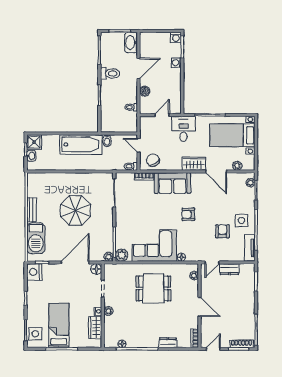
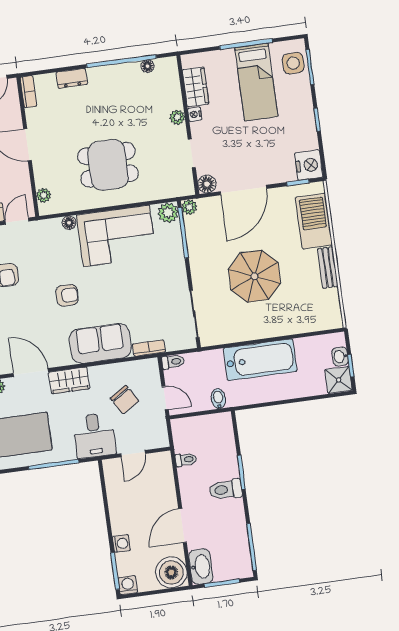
toilet: (110, 73) -> (226, 490), moved
boiler: (145, 91) -> (171, 572), moved, width x1.86, depth x1.86
bathtub: (81, 145) -> (260, 360), moved, turned 180
chair: (153, 160) -> (125, 400), moved

